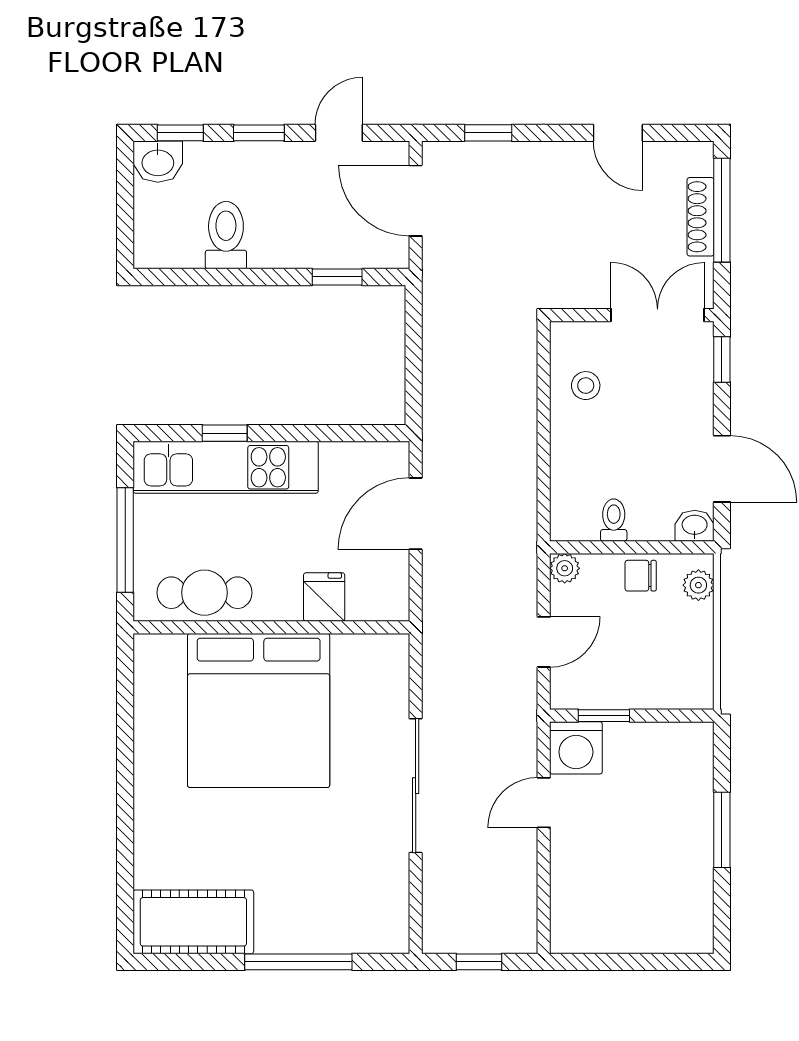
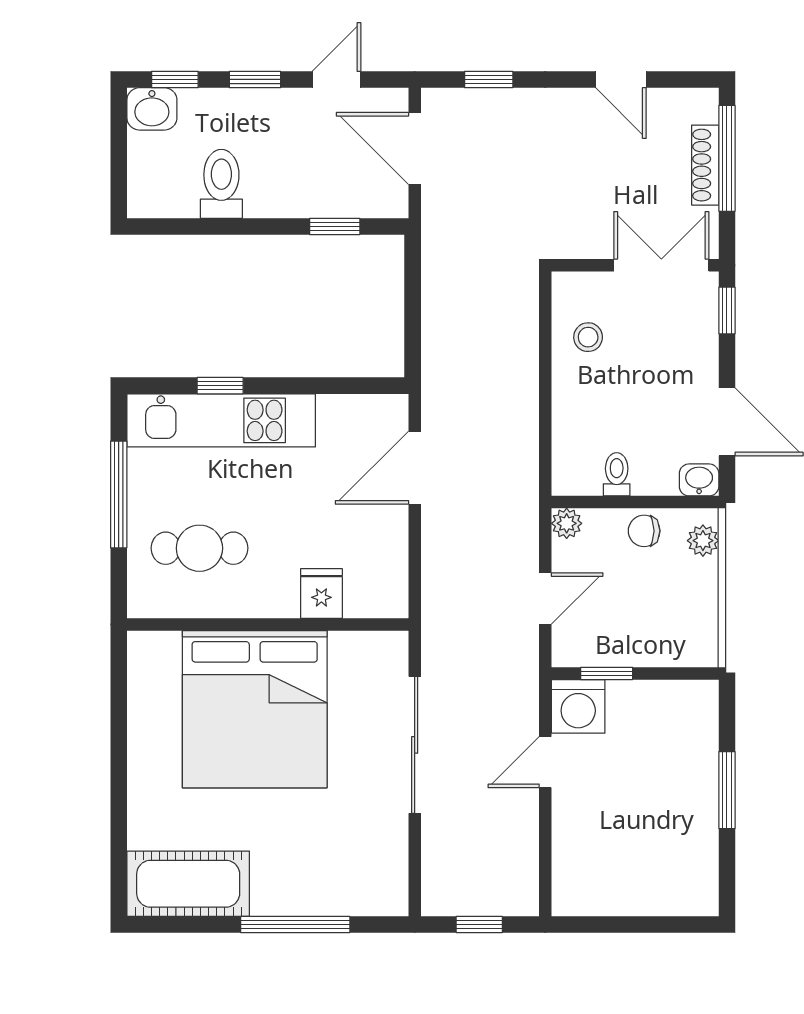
fridge: (324, 597) -> (321, 593), moved
wall: (271, 627) -> (268, 624), moved
bed: (259, 711) -> (255, 709), moved

